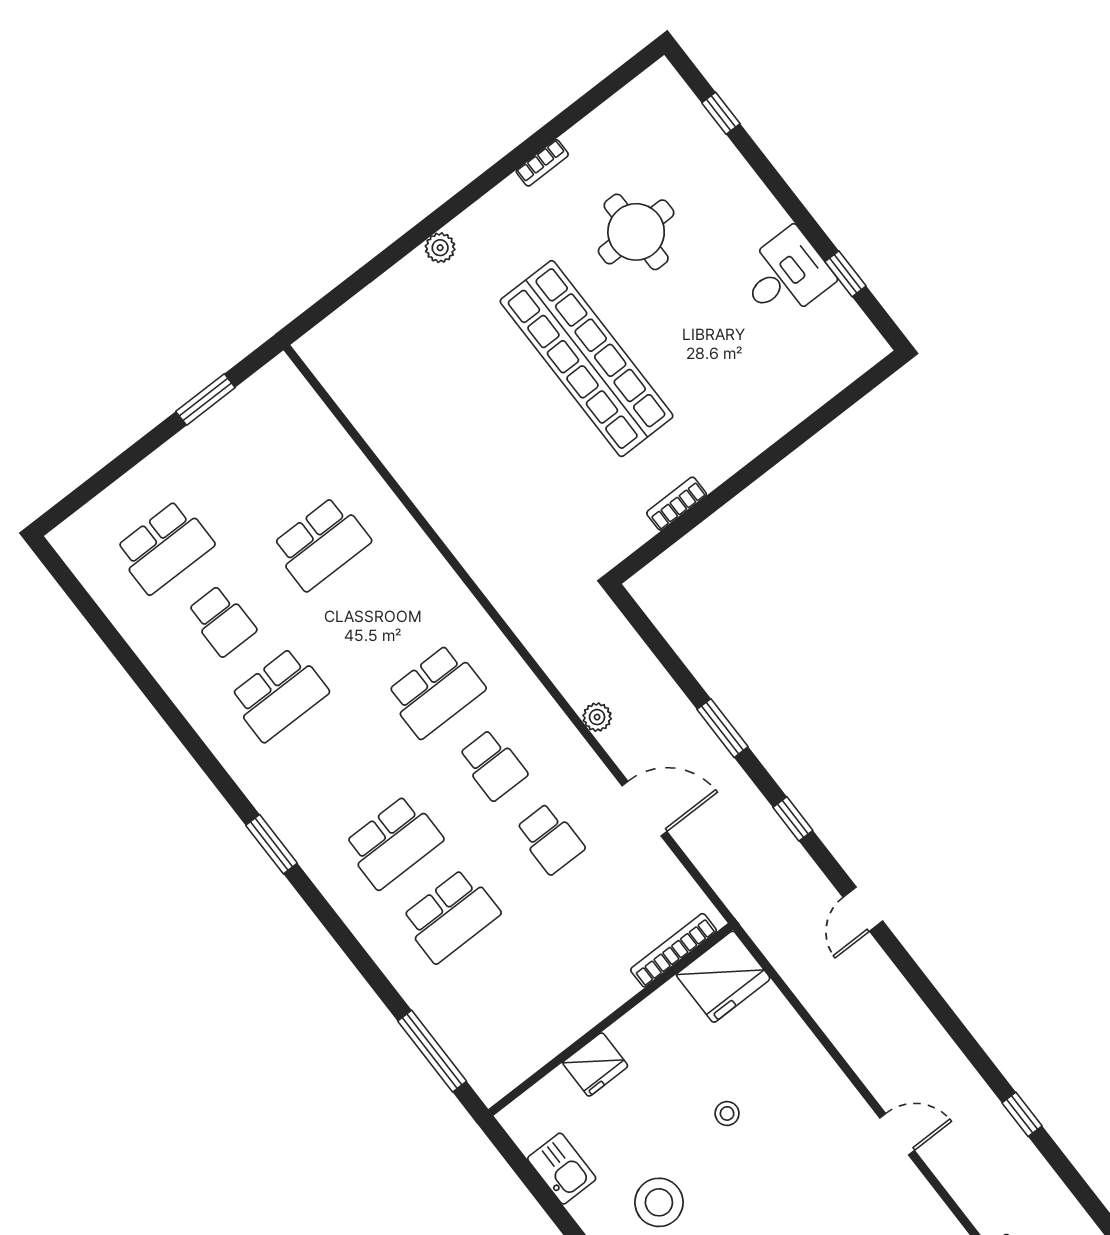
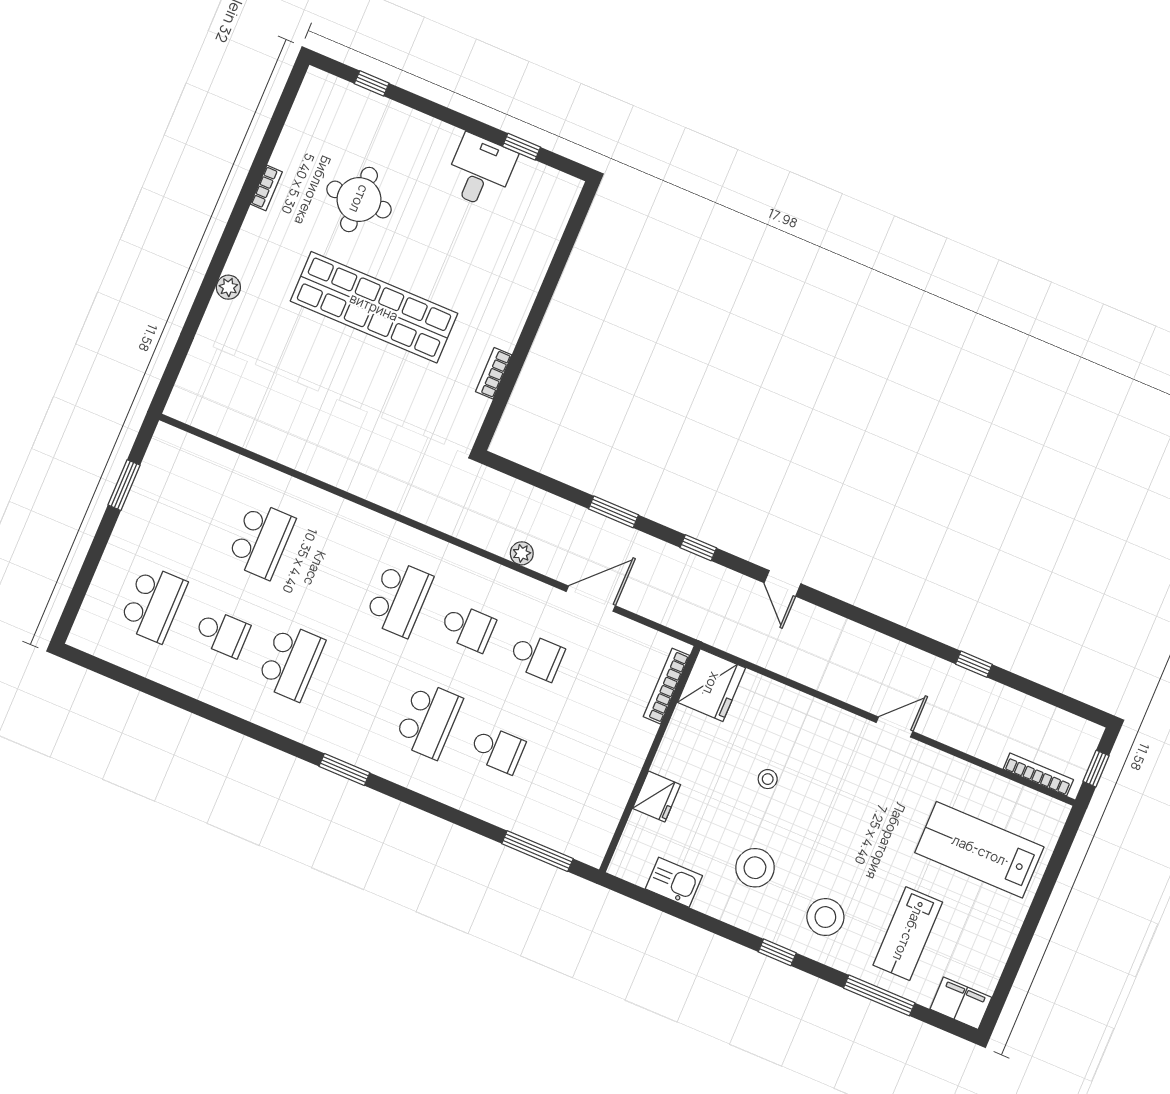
school desk: (451, 916) -> (497, 749), width x0.54

